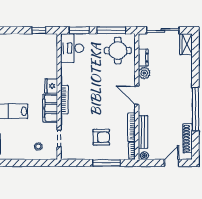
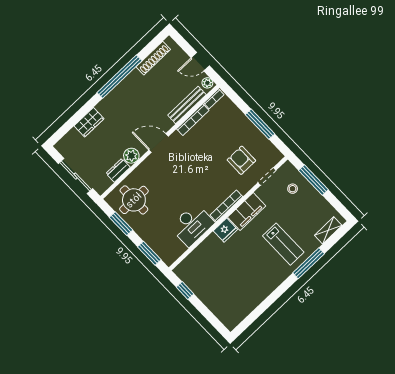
window: (111, 30) -> (121, 224), width x0.69
wardrobe: (186, 44) -> (89, 122), moved
desk: (72, 48) -> (192, 225), moved
door: (137, 95) -> (159, 143), swing flipped
armchair: (101, 137) -> (241, 160), moved
window: (32, 163) -> (313, 180), added
window: (107, 163) -> (260, 124), moved
door: (172, 163) -> (200, 62), moved

